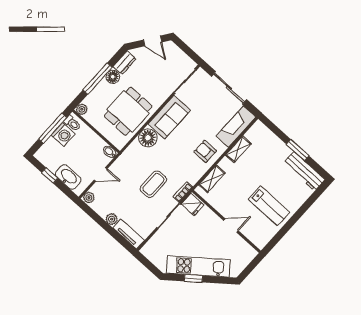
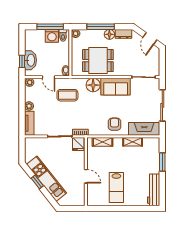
window: (298, 150) -> (162, 162), moved
window: (50, 175) -> (22, 61), moved
coffee table: (153, 184) -> (67, 95), moved

